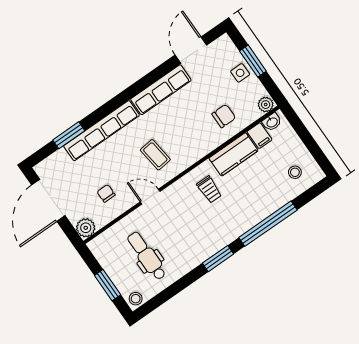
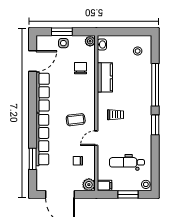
door: (191, 50) -> (33, 61), swing flipped
filing cabinet: (259, 136) -> (105, 186), moved
trolley: (209, 189) -> (116, 115), moved

